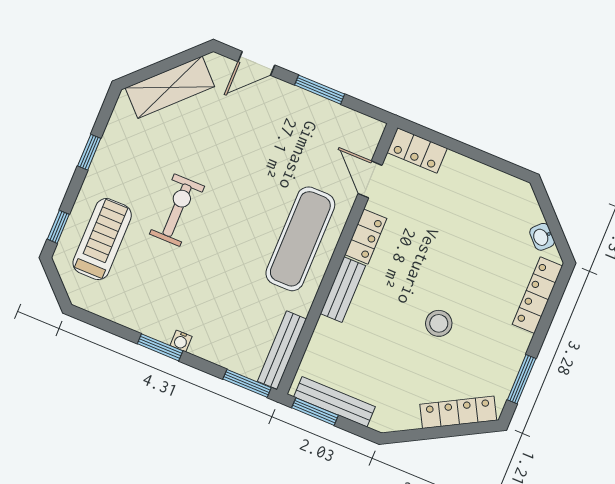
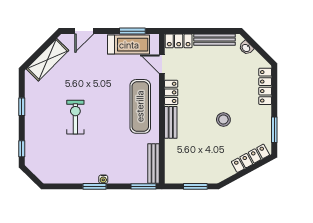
window: (320, 90) -> (132, 31), moved
washbasin: (542, 237) -> (246, 48), moved
treadmill: (102, 239) -> (129, 45), moved, turned 90
bench: (334, 402) -> (214, 40), moved
window: (315, 412) -> (195, 186), moved

